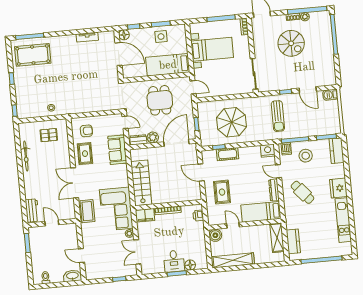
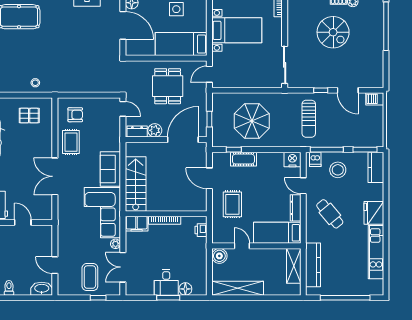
door: (193, 87) -> (209, 74), swing flipped
sofa: (117, 150) -> (110, 169), moved
coffee table: (87, 211) -> (90, 277), moved
kitchen counter: (293, 241) -> (313, 265), width x1.50

